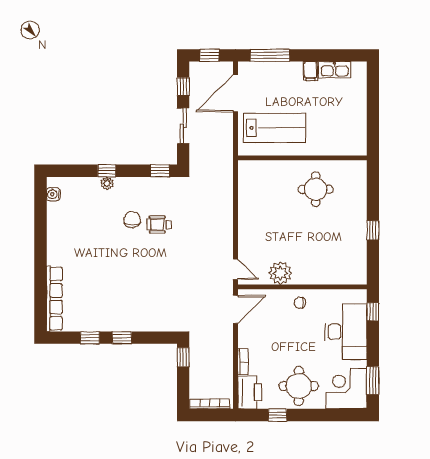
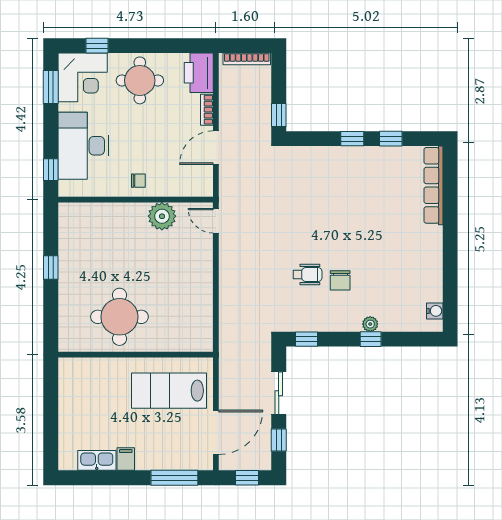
round table: (316, 189) -> (119, 317), width x1.36, depth x1.36
door: (236, 309) -> (216, 148), moved
window: (278, 415) -> (97, 46), moved

